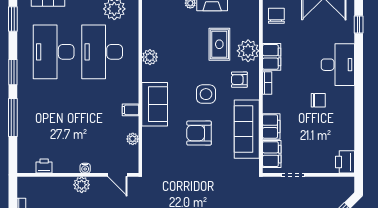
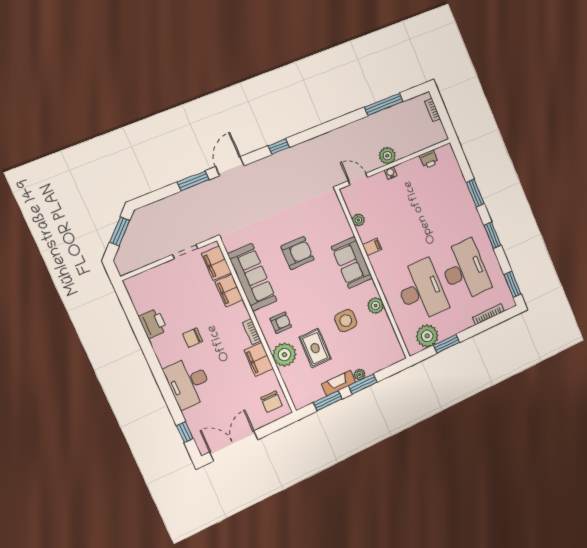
side table: (206, 94) -> (346, 321), moved
window: (13, 118) -> (475, 193), width x0.69
printer: (345, 162) -> (153, 323), moved

